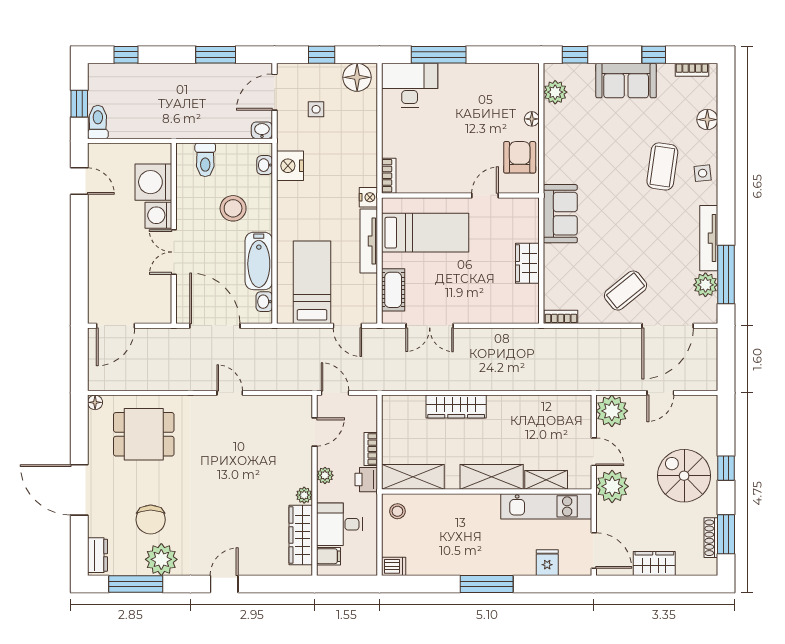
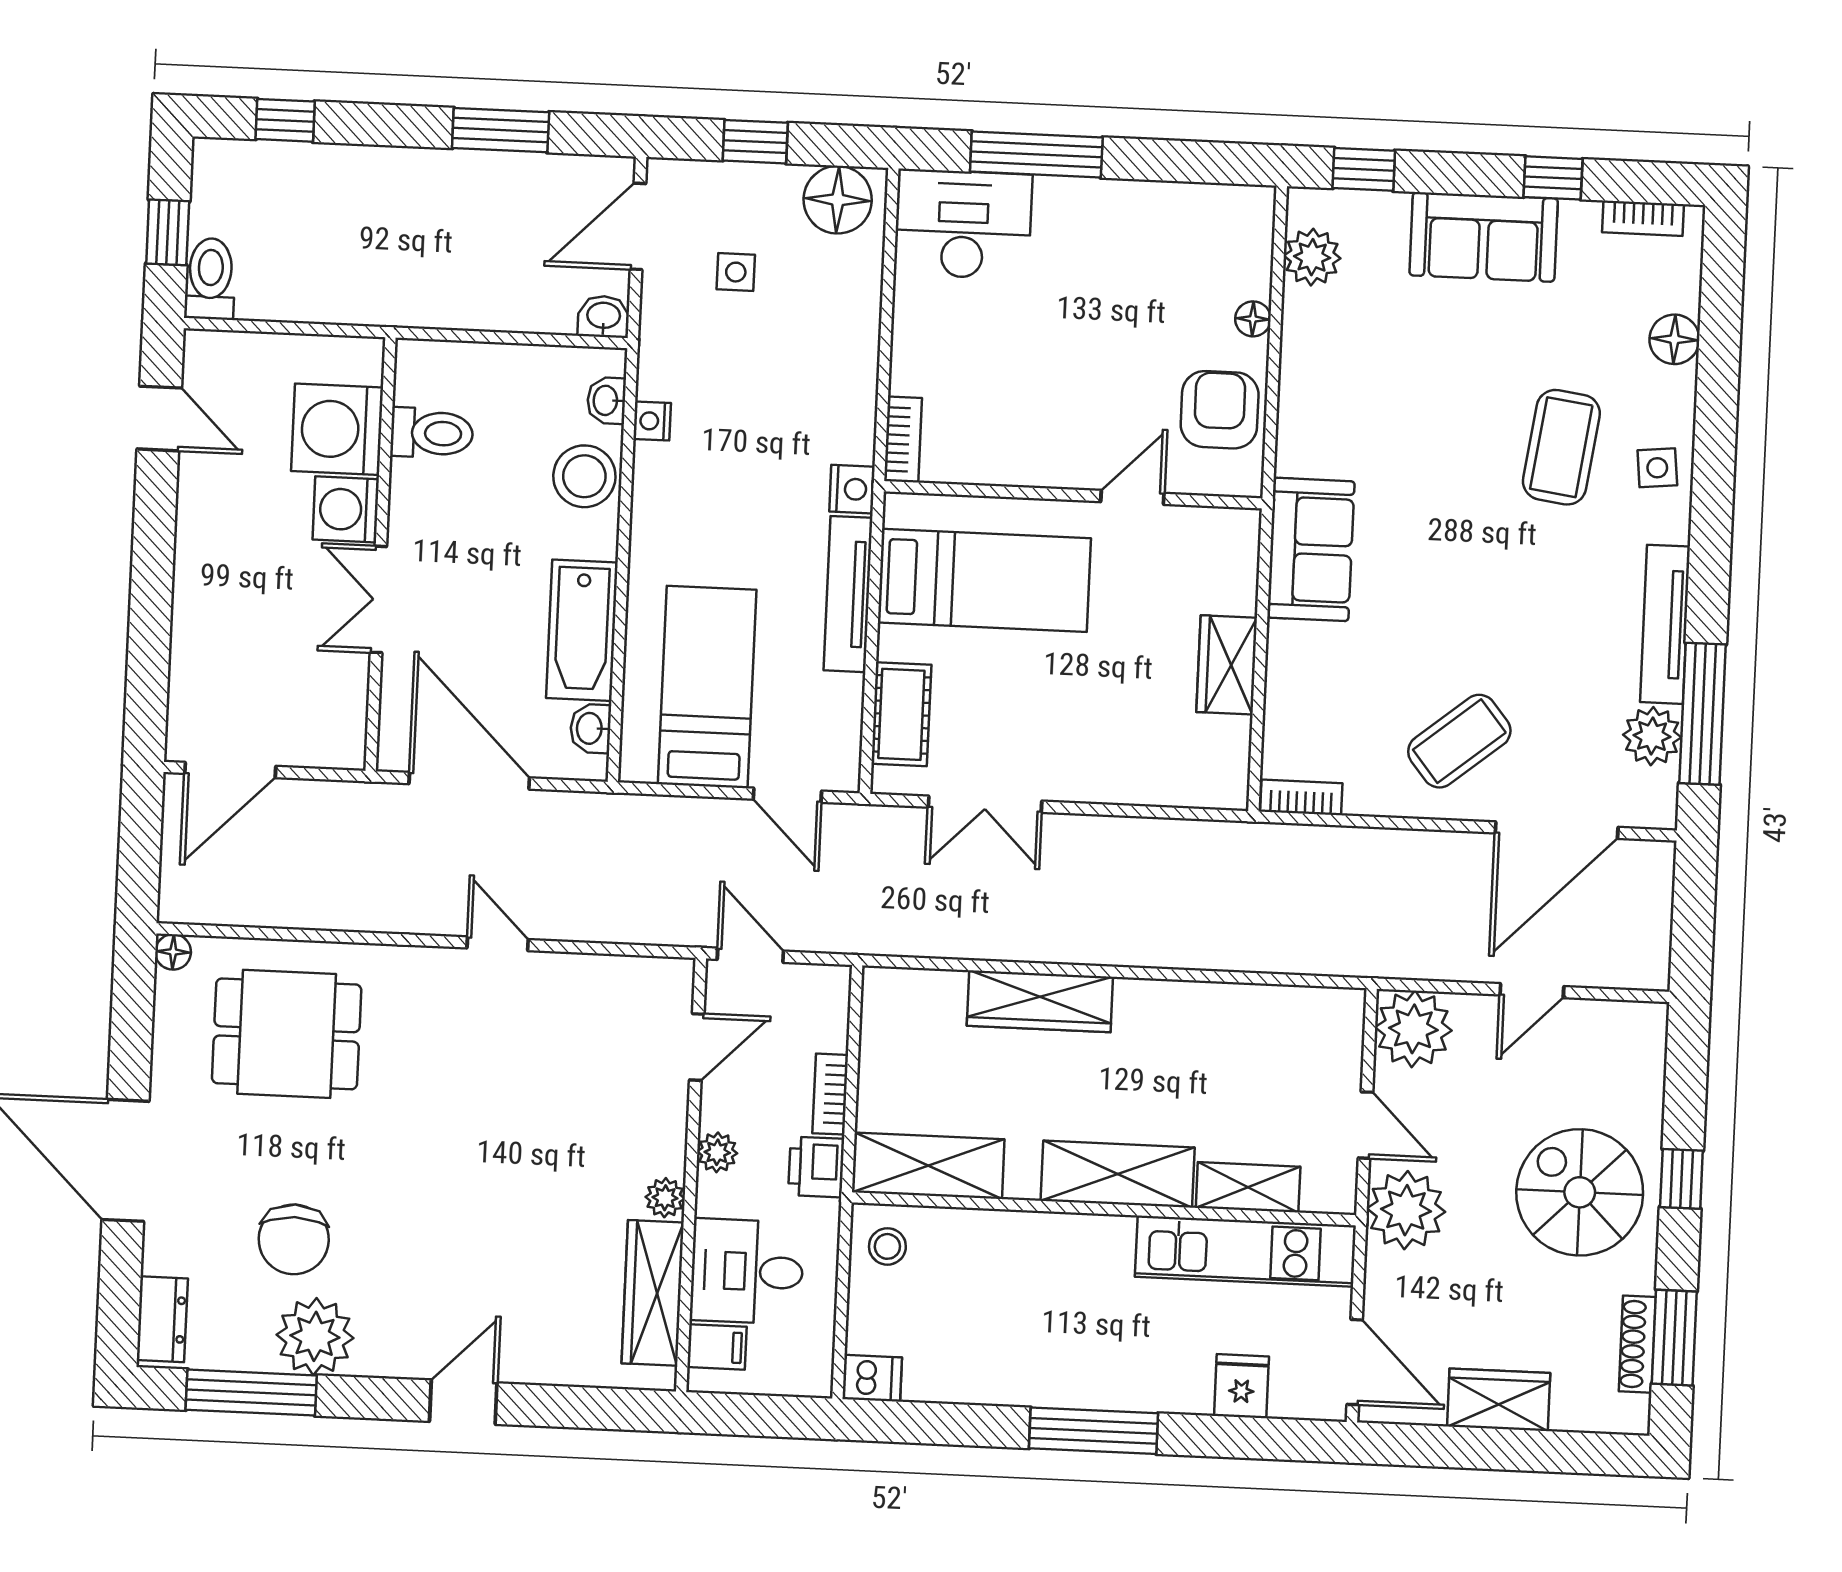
toilet: (205, 160) -> (432, 433), moved, turned -90
nightstand: (290, 166) -> (652, 421), width x0.53, depth x0.56
stool: (233, 208) -> (584, 476), moved

